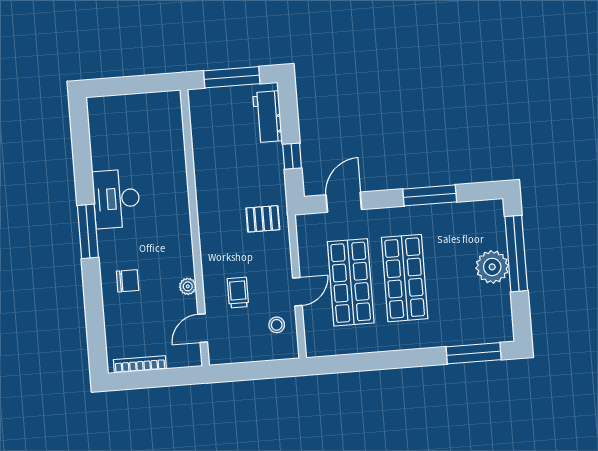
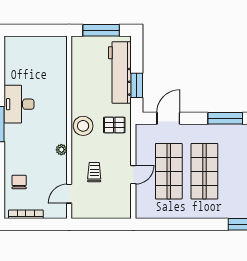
workbench: (268, 117) -> (120, 73), width x1.88, depth x1.32
window: (292, 156) -> (137, 85), width x1.50
chair: (128, 281) -> (19, 182), moved, turned -90
plant: (188, 286) -> (61, 150), moved
stool: (277, 325) -> (83, 126), moved, width x1.89, depth x1.89

